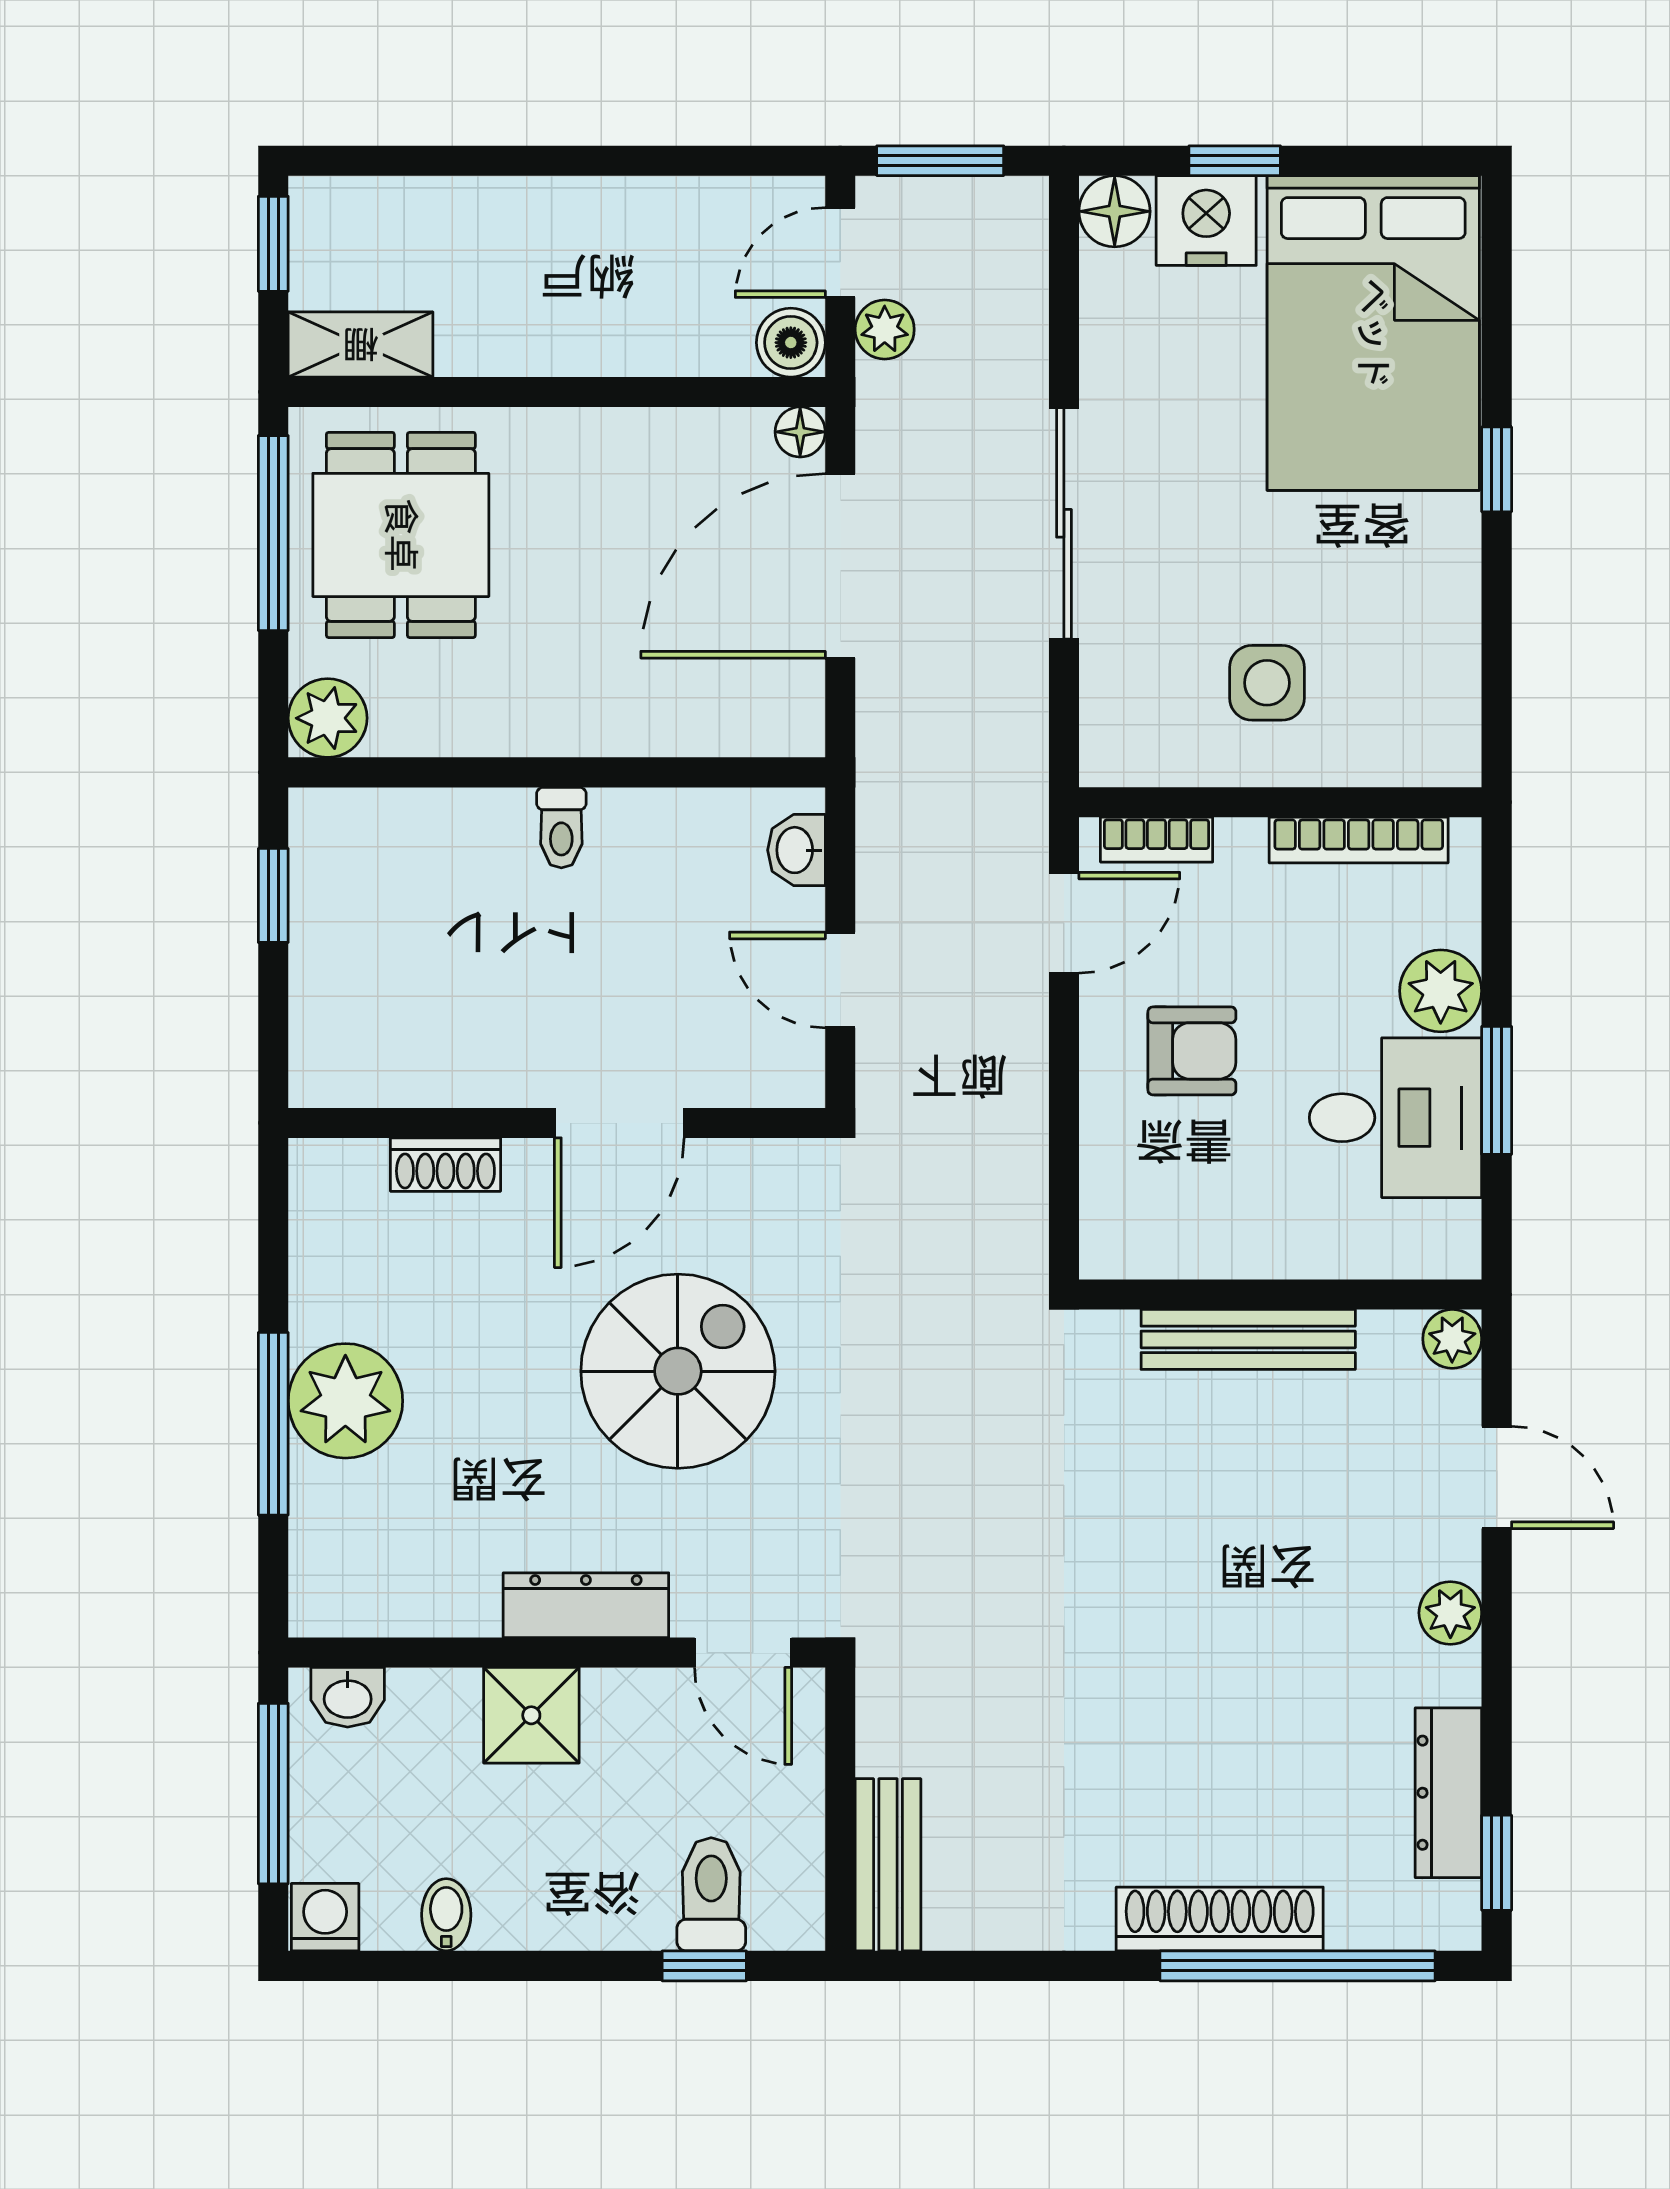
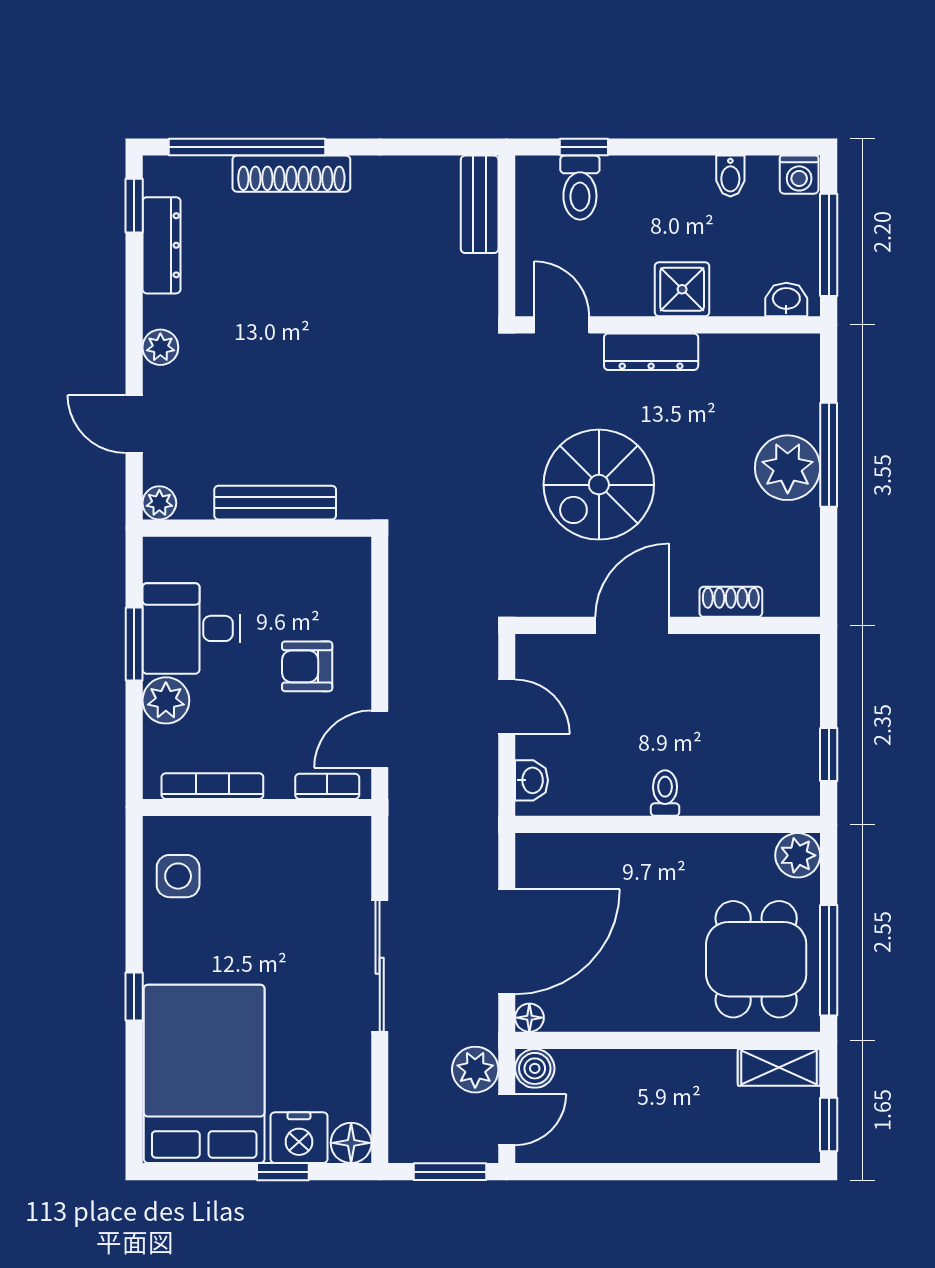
plant: (885, 329) -> (475, 1070), width x1.38, depth x1.38
side table: (1267, 683) -> (178, 876), moved

